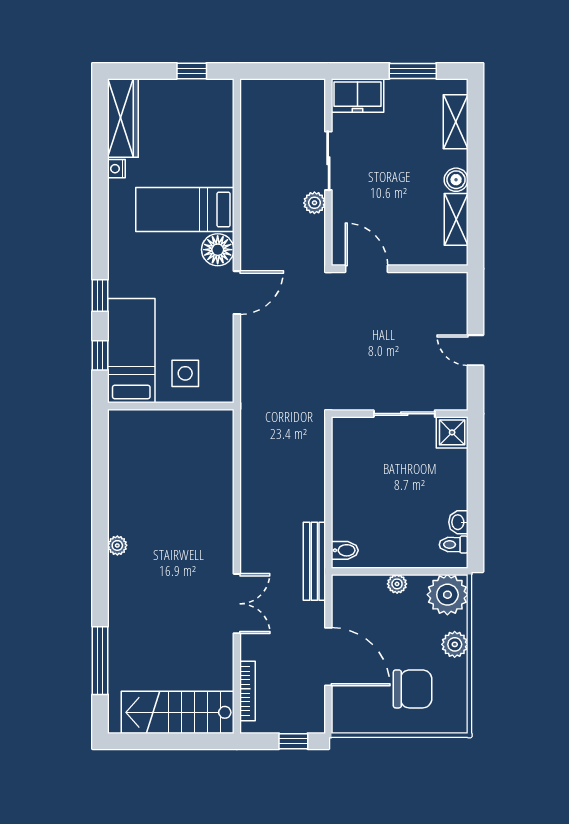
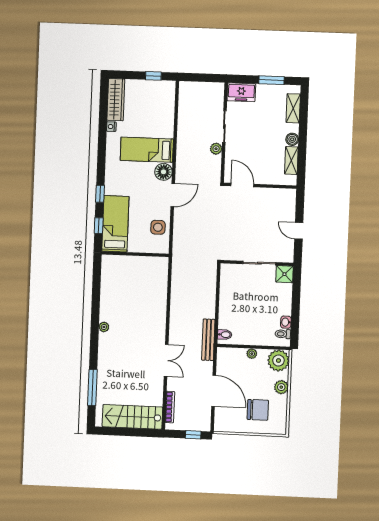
side table: (185, 373) -> (158, 227), moved

